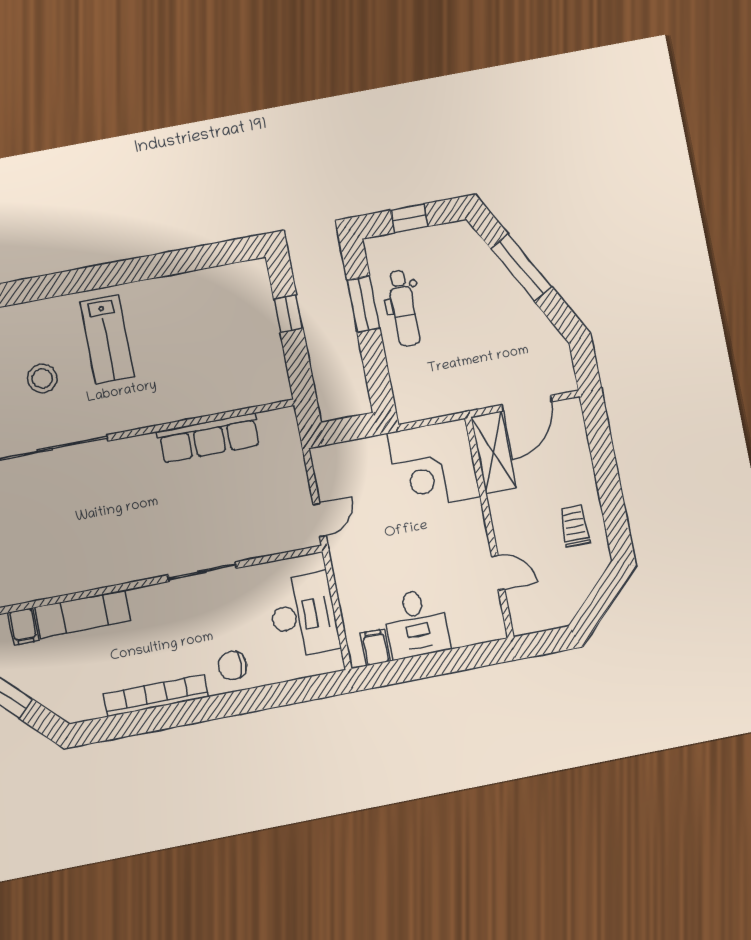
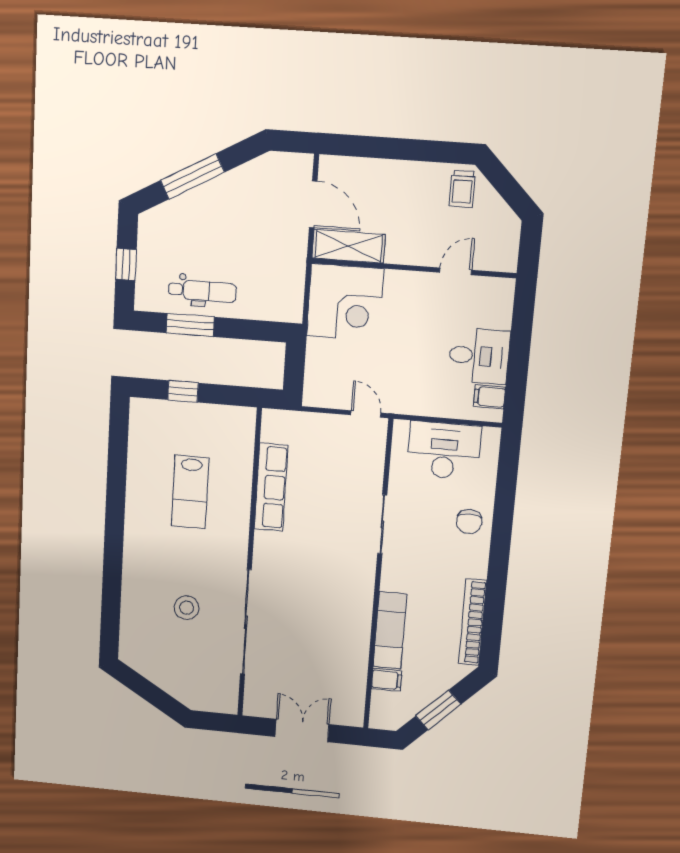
lab bench: (107, 339) -> (190, 492), moved, turned 90
trolley: (575, 526) -> (462, 189), moved, turned -90
bookcase: (156, 695) -> (473, 622), moved

